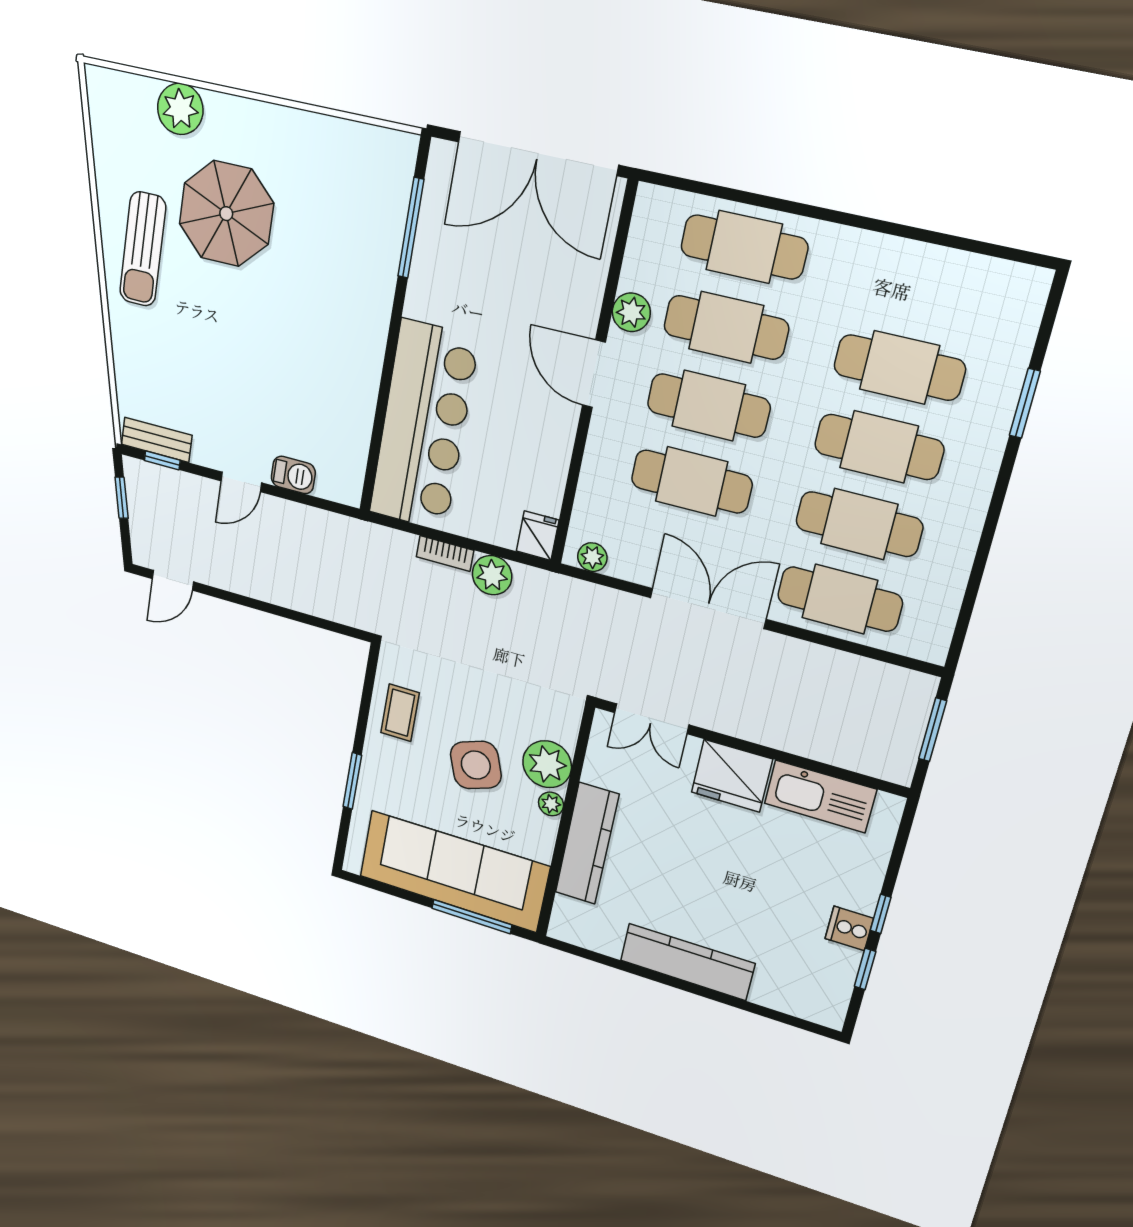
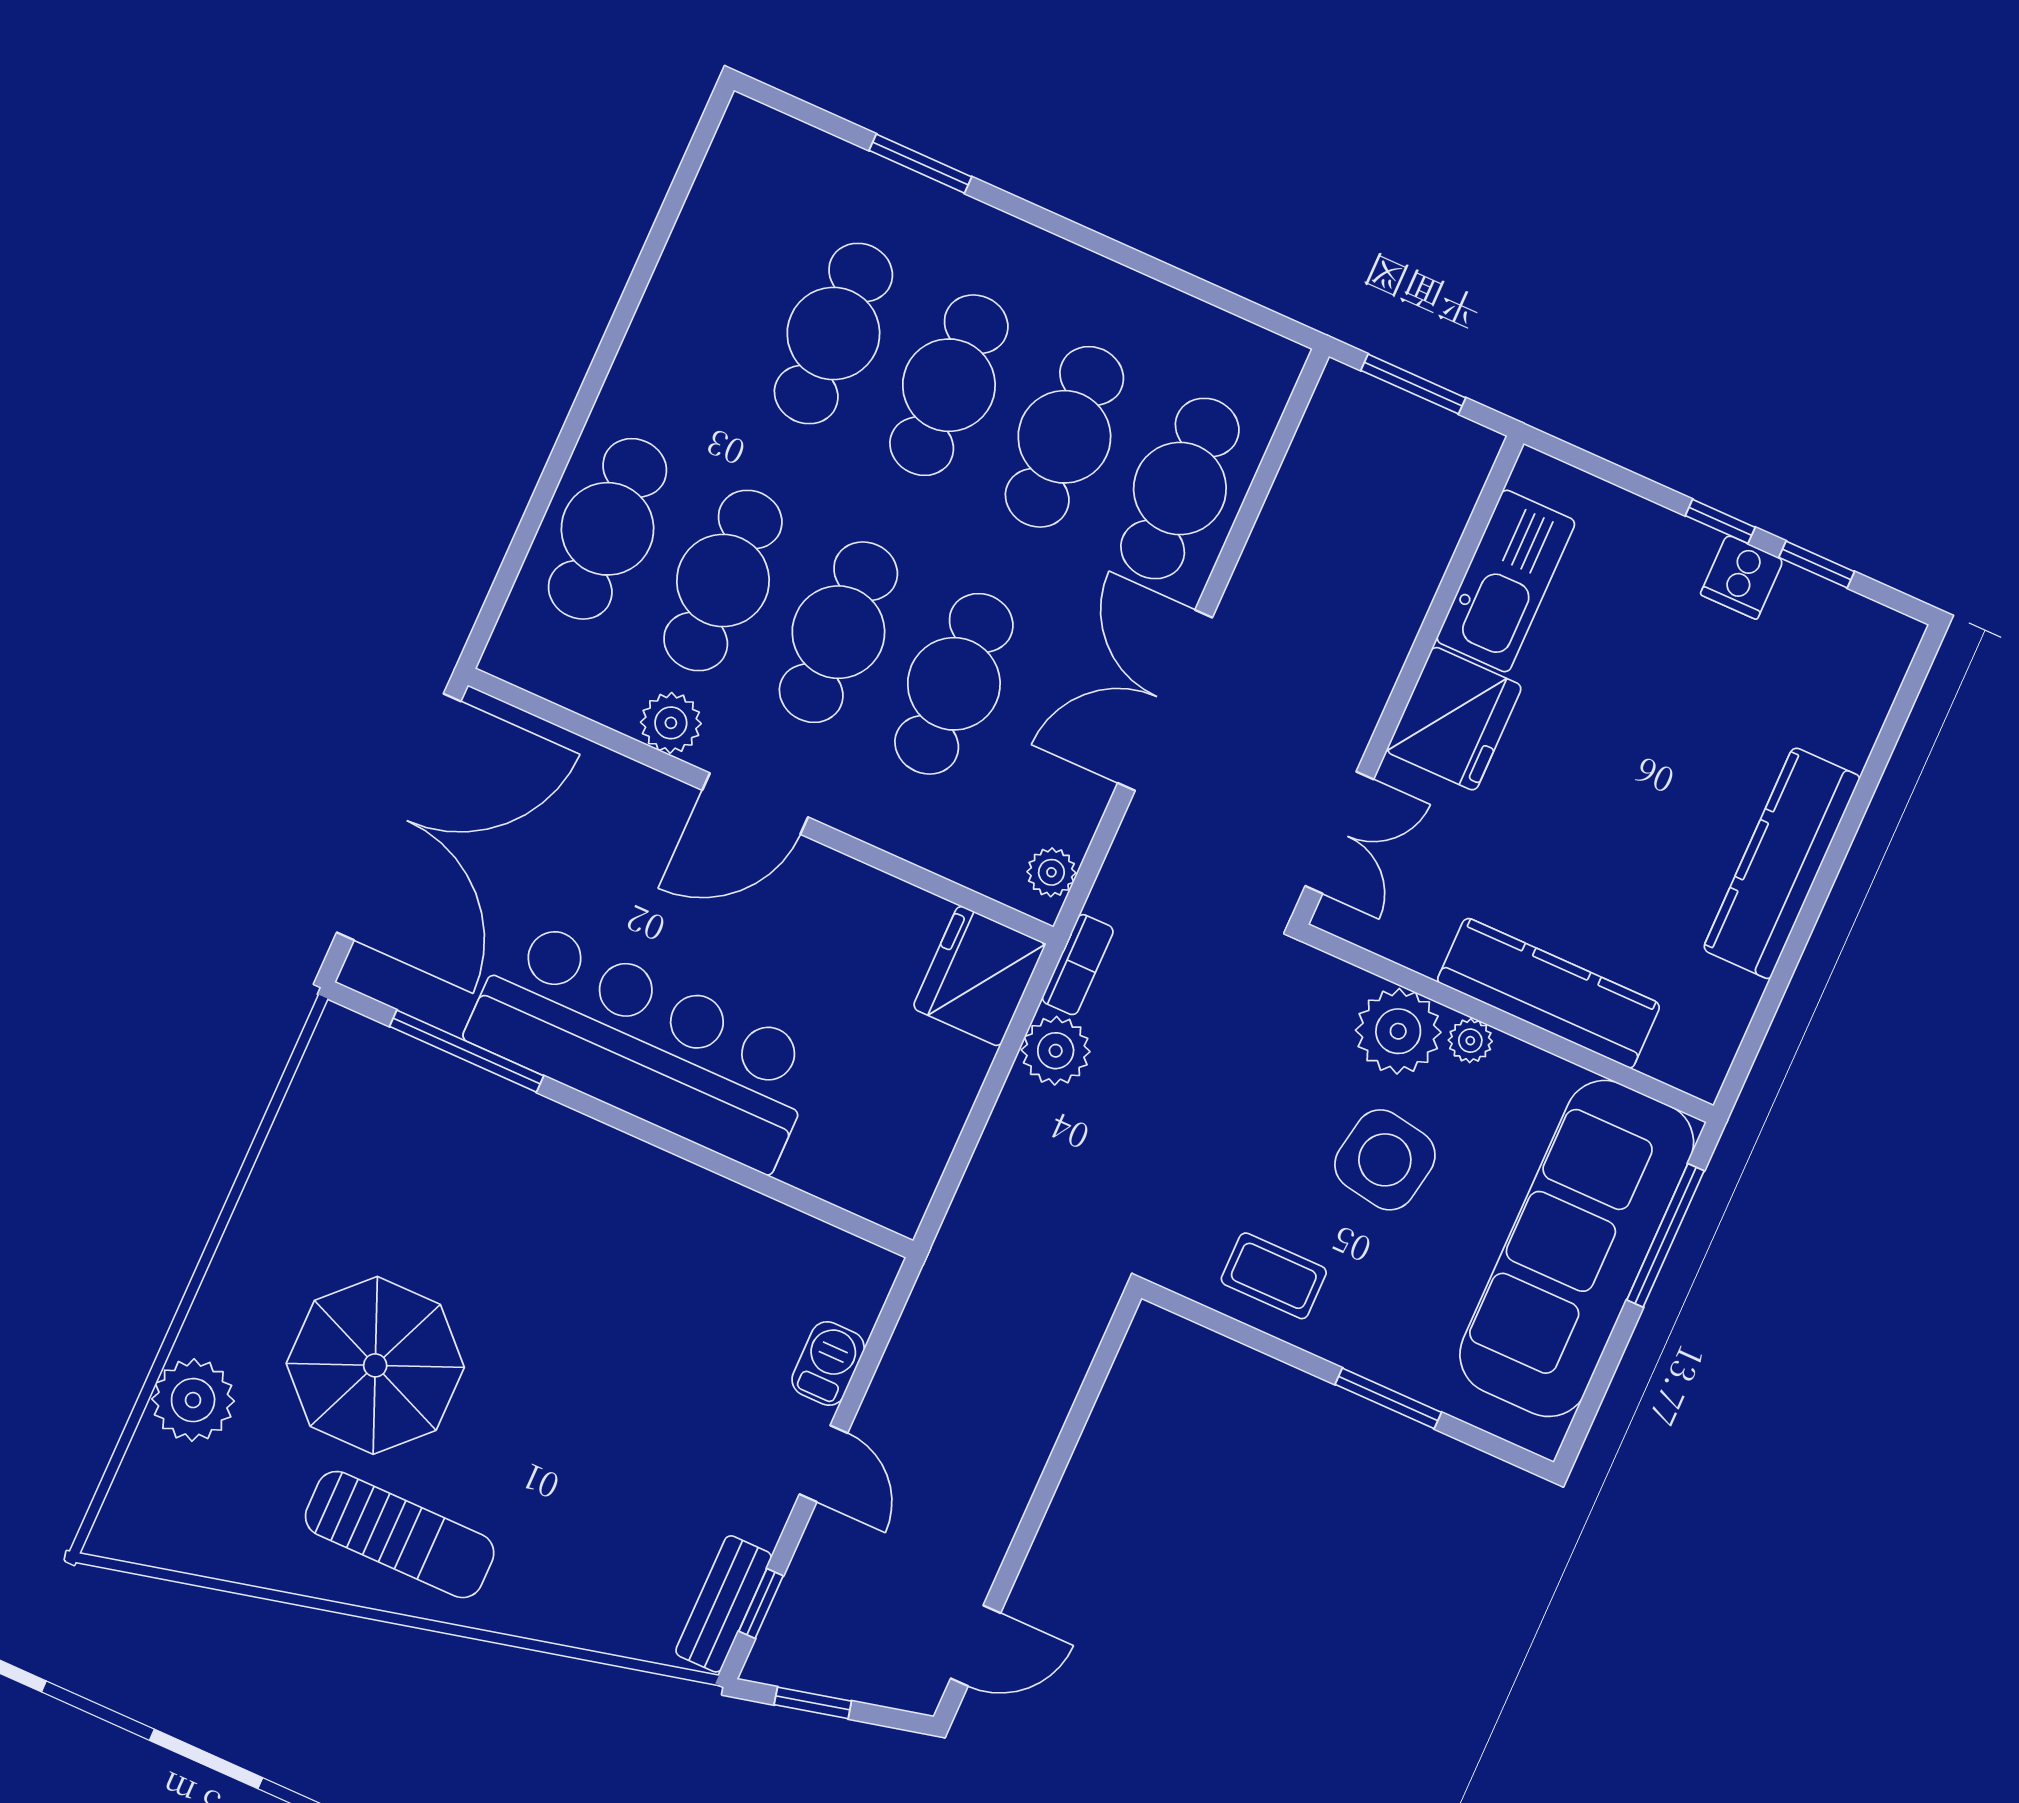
bar counter: (424, 426) -> (644, 1045), moved
fridge: (538, 536) -> (979, 976), width x1.88, depth x1.34
bookcase: (445, 553) -> (1078, 965), moved
door: (173, 580) -> (976, 1646), hinge flipped
side table: (476, 765) -> (1385, 1160), turned 30

